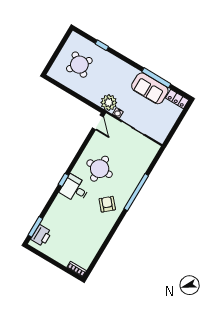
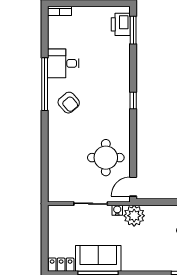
door: (98, 122) -> (133, 187), hinge flipped
round table: (100, 169) -> (106, 158), moved
desk: (75, 189) -> (63, 63), moved, turned 180
window: (136, 192) -> (45, 84), moved

